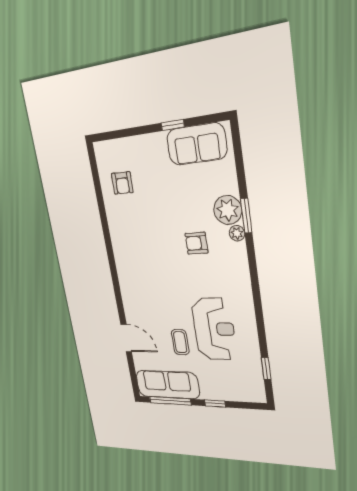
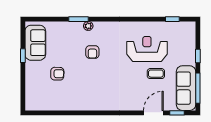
armchair: (122, 183) -> (57, 74), moved
plant: (228, 210) -> (74, 30), removed
window: (132, 371) -> (177, 113), added

